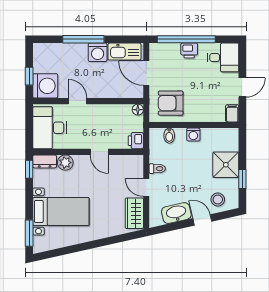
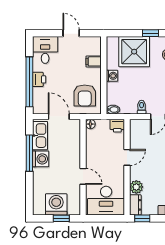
window: (83, 39) -> (29, 153), moved
door: (146, 73) -> (59, 117), swing flipped
washing machine: (45, 86) -> (56, 204), moved
door: (77, 101) -> (83, 176), swing flipped
filing cabinet: (232, 113) -> (94, 61), moved
bidet: (169, 136) -> (113, 110), moved
shower: (226, 165) -> (134, 52), width x1.37, depth x1.37

